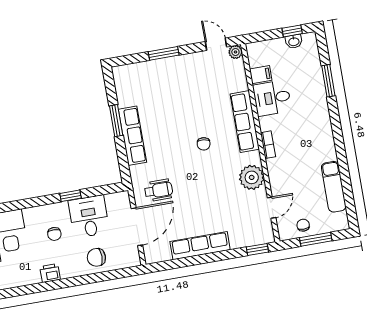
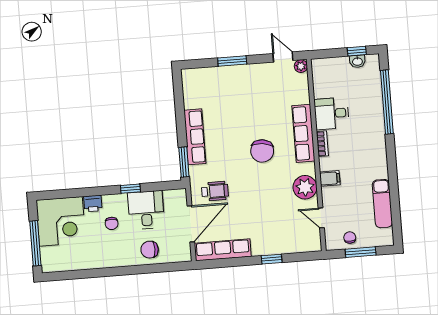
filing cabinet: (261, 75) -> (330, 178), moved
window: (328, 81) -> (387, 102), width x2.11
window: (116, 121) -> (184, 162), moved
chair: (204, 144) -> (262, 151), width x1.87, depth x1.87
bookcase: (268, 145) -> (322, 144), moved
door: (272, 208) -> (321, 218), swing flipped
row of seats: (200, 246) -> (223, 250), moved
window: (257, 249) -> (272, 259), moved
printer: (50, 273) -> (93, 203), moved, turned 180

